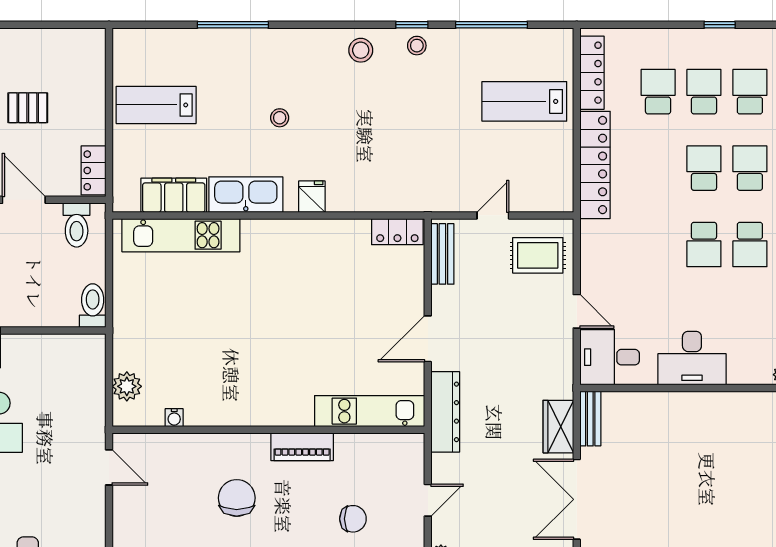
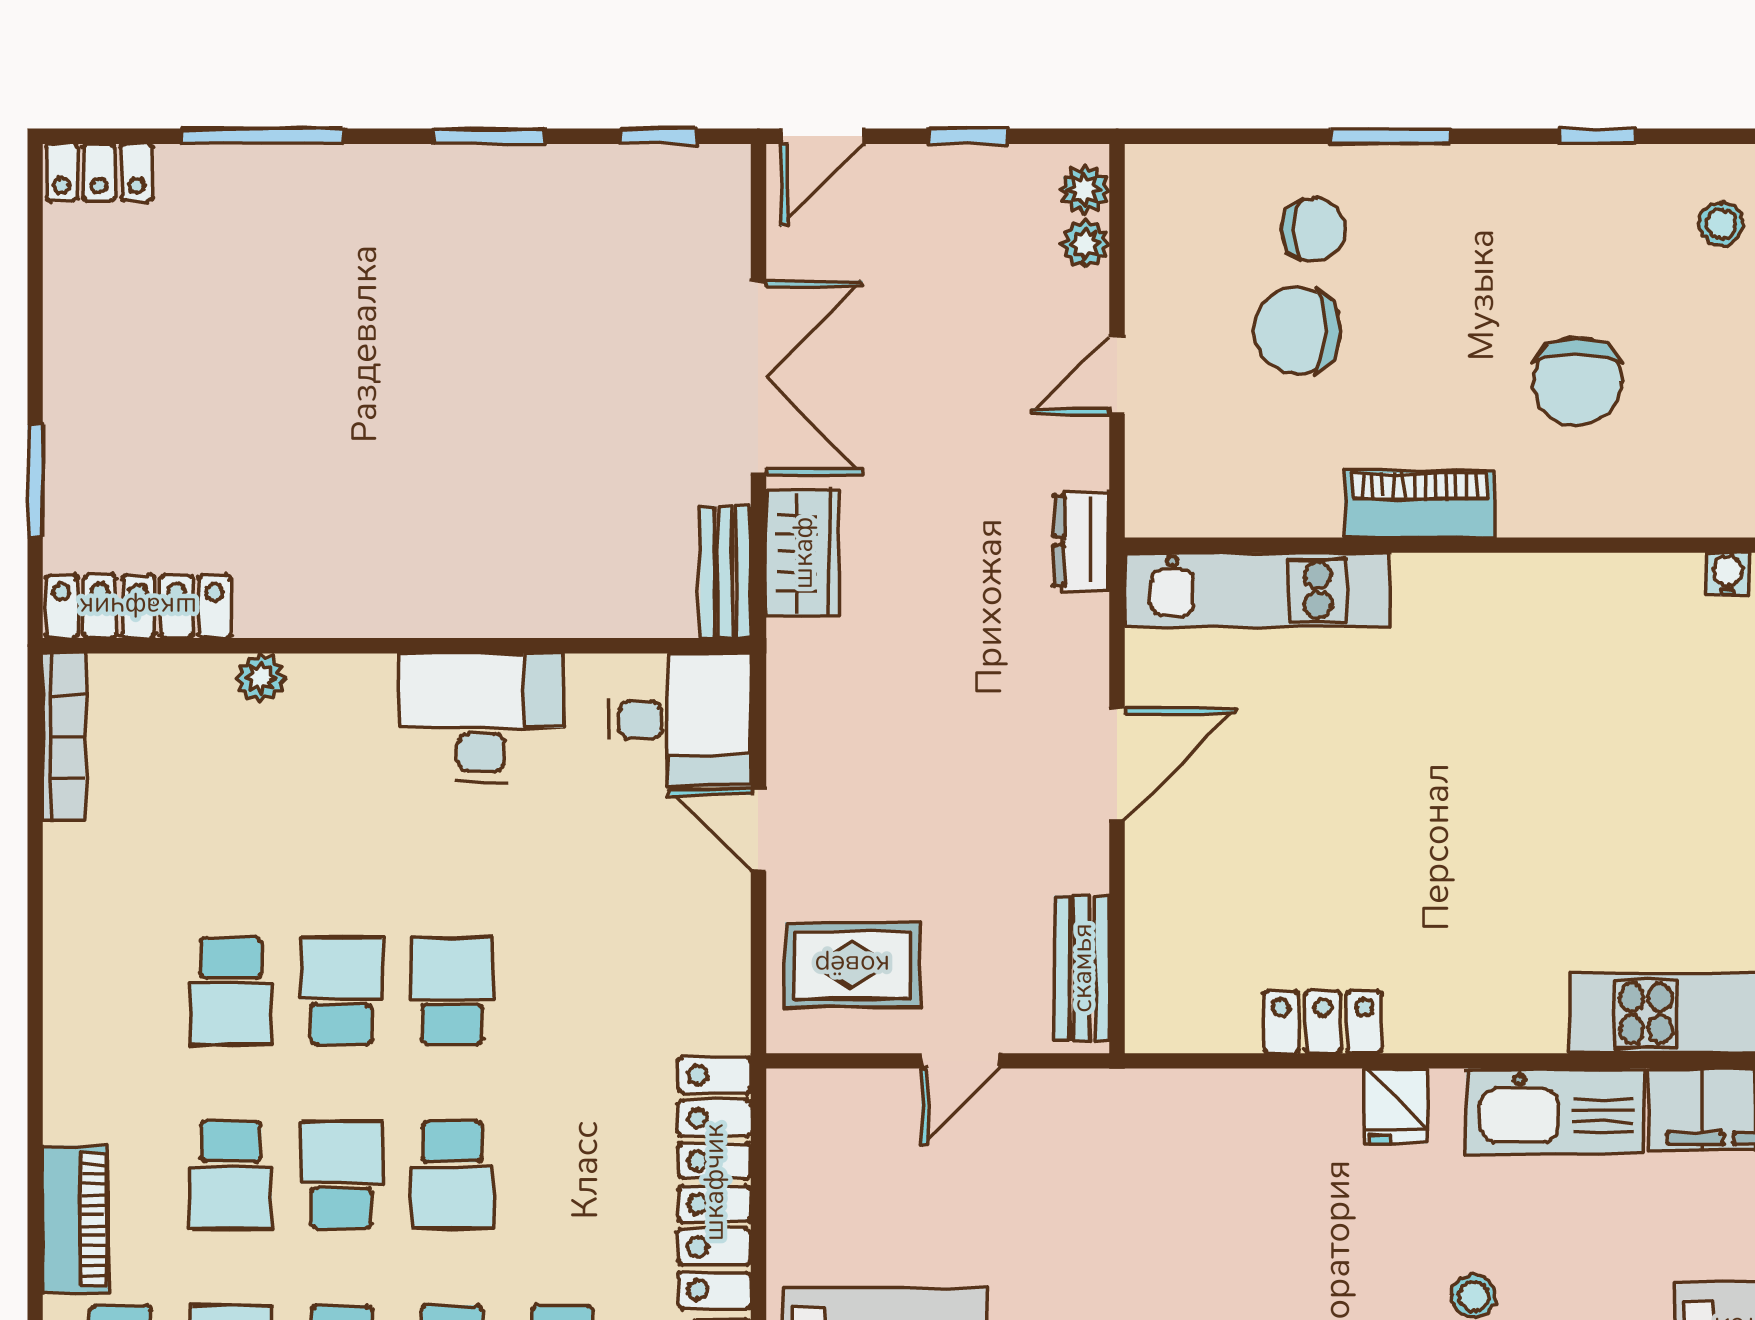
school desk: (750, 168) -> (341, 1175), turned 180
locker: (397, 232) -> (1323, 1022), moved
dresser: (445, 412) -> (1082, 540), width x0.51, depth x0.80
chair: (353, 519) -> (1297, 331), width x1.37, depth x1.37

